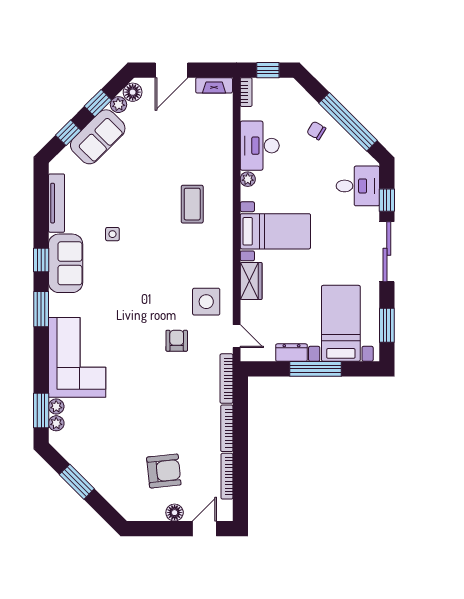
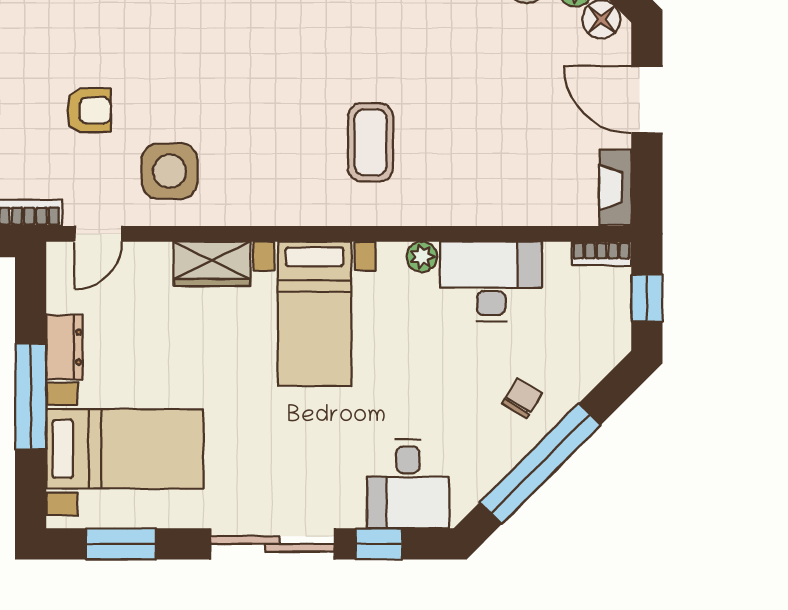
coffee table: (192, 204) -> (371, 142), turned 90

